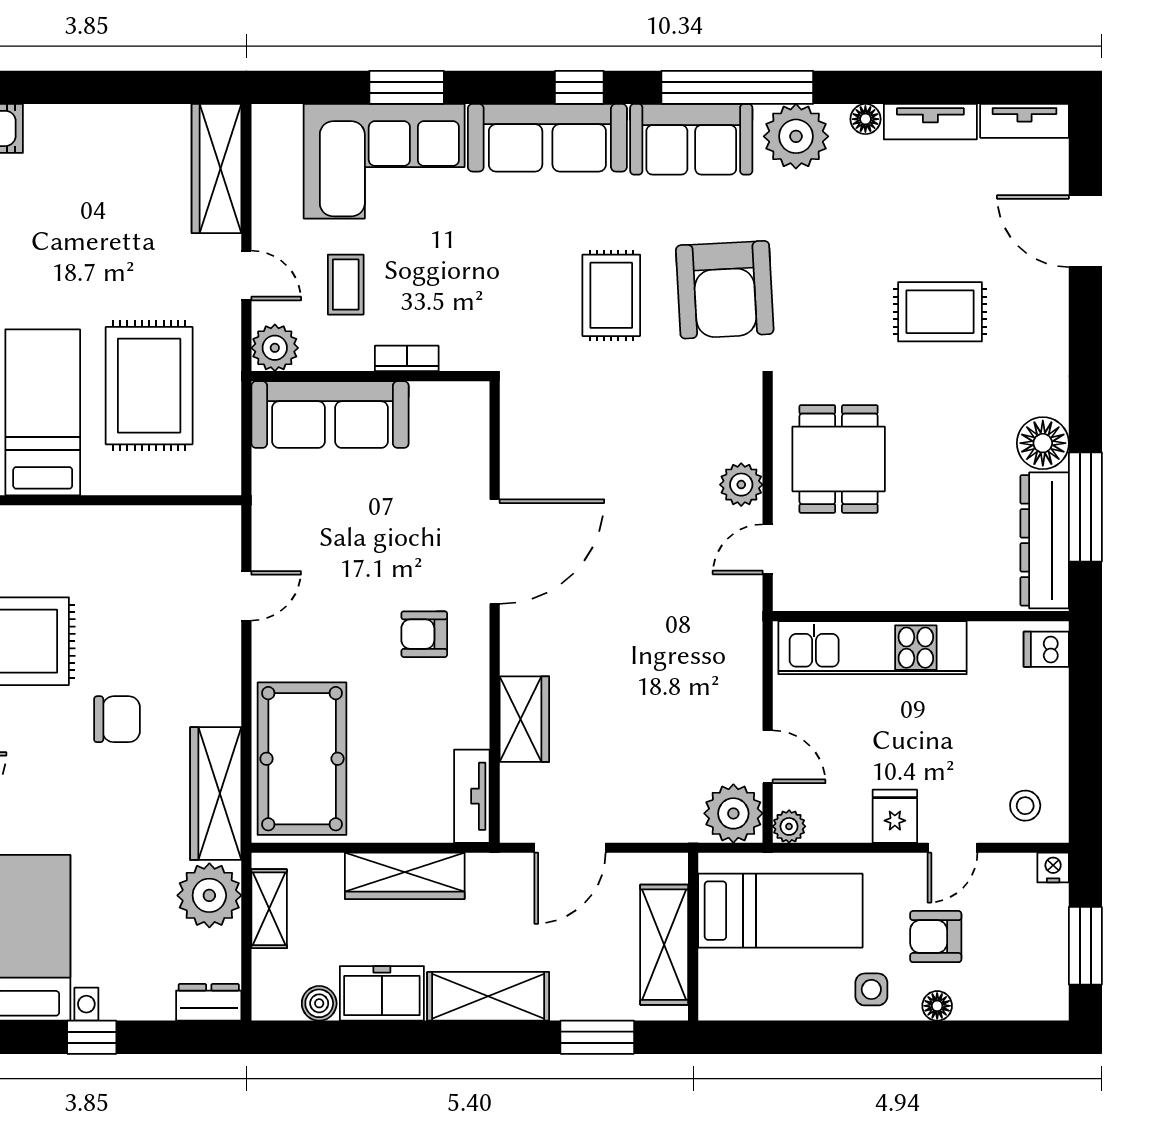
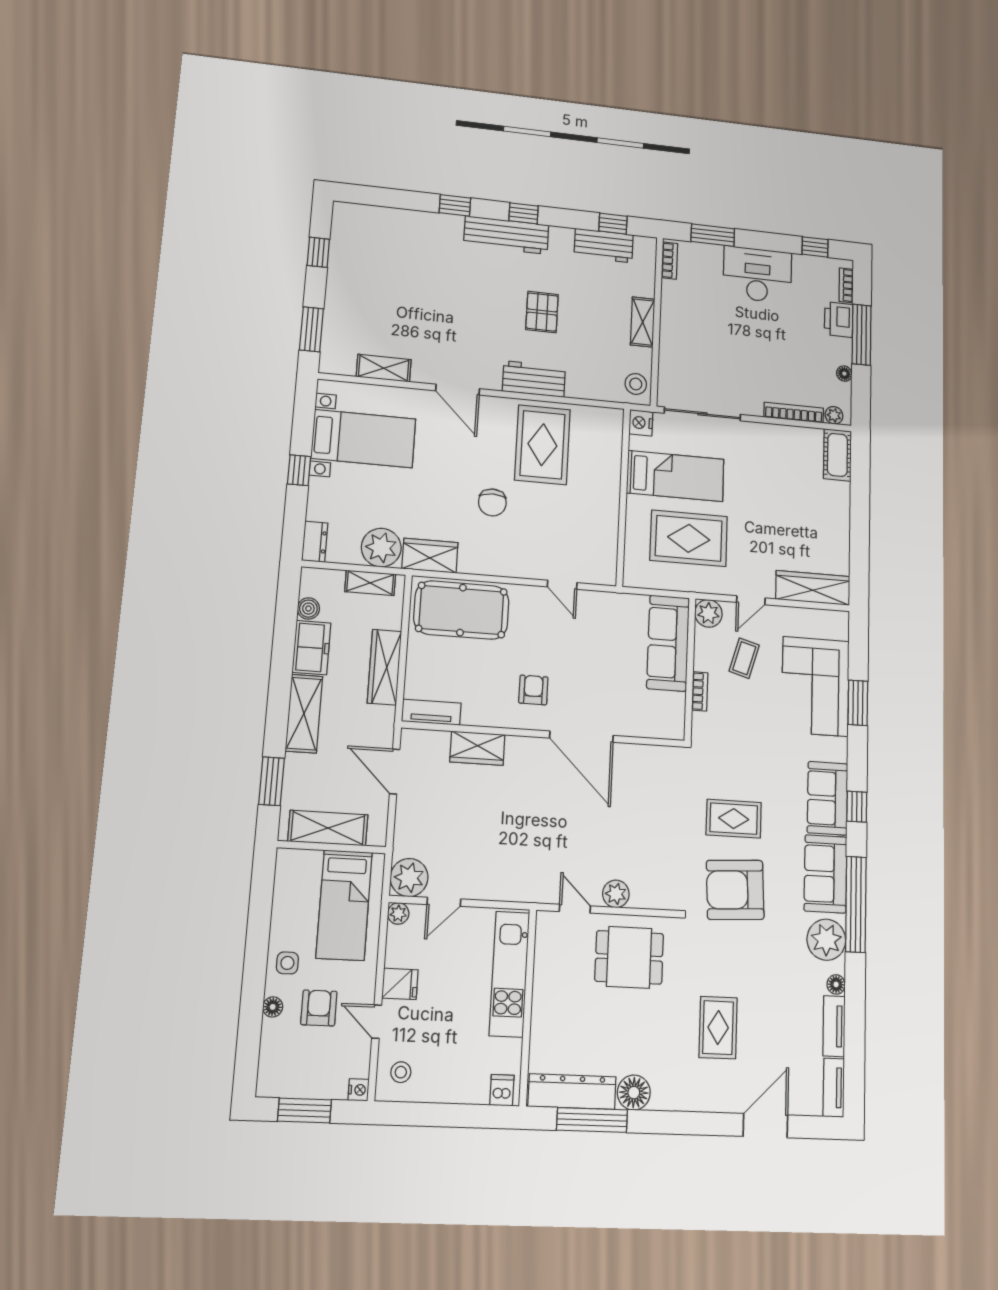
sofa: (547, 138) -> (827, 798), width x0.73
coffee table: (346, 285) -> (744, 658), turned -74
wardrobe: (216, 794) -> (430, 556), width x0.67

